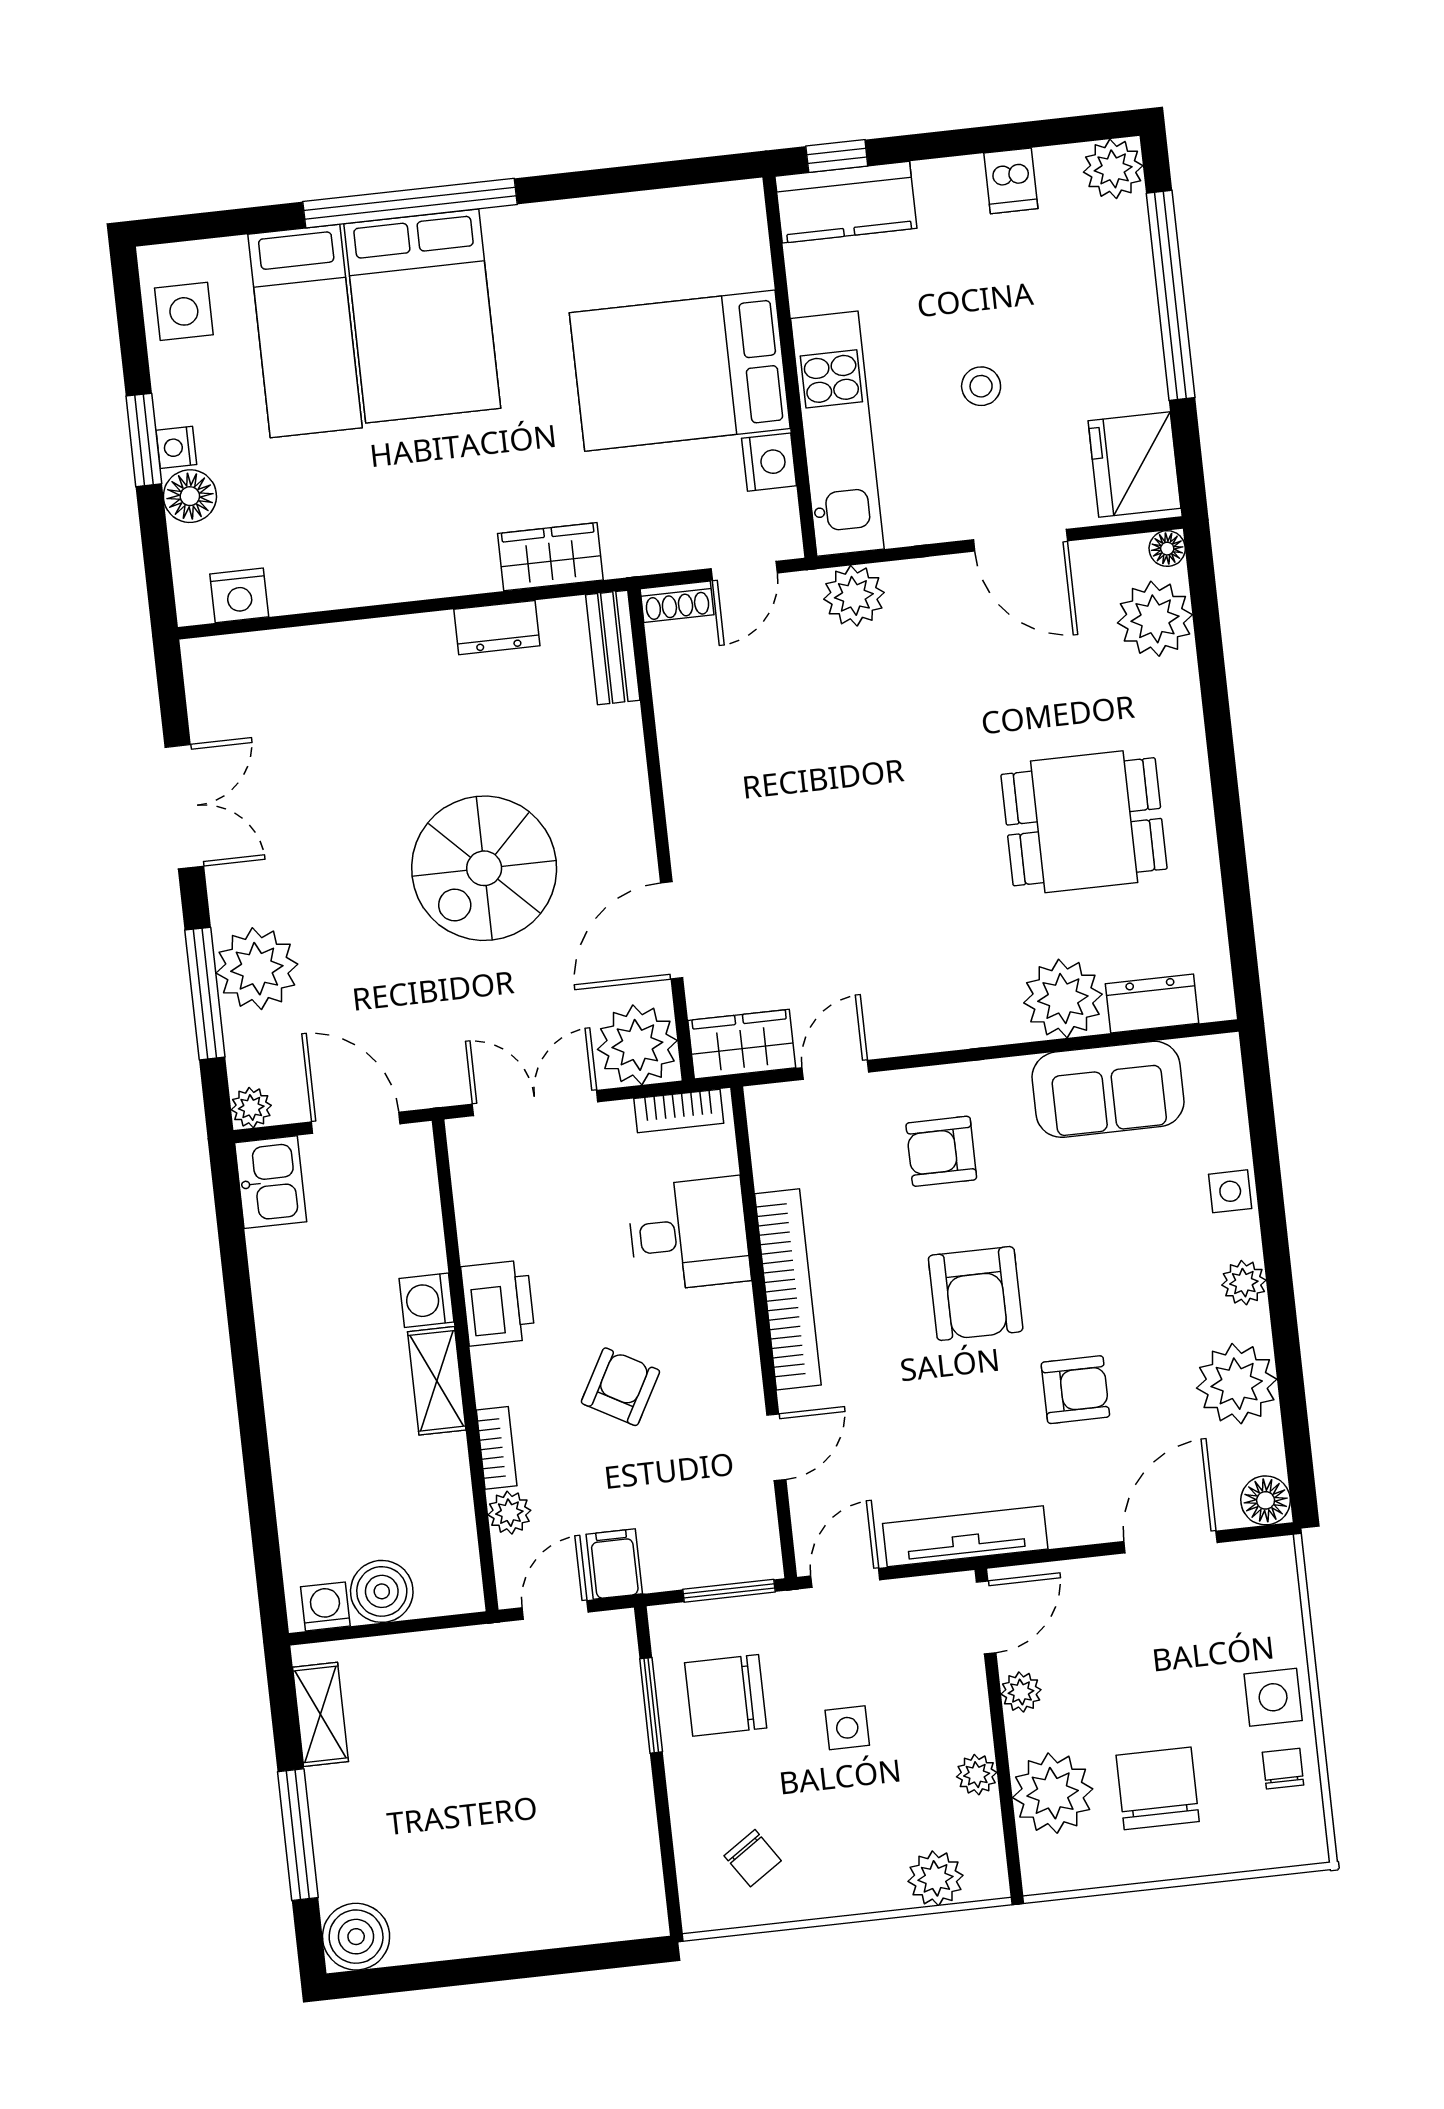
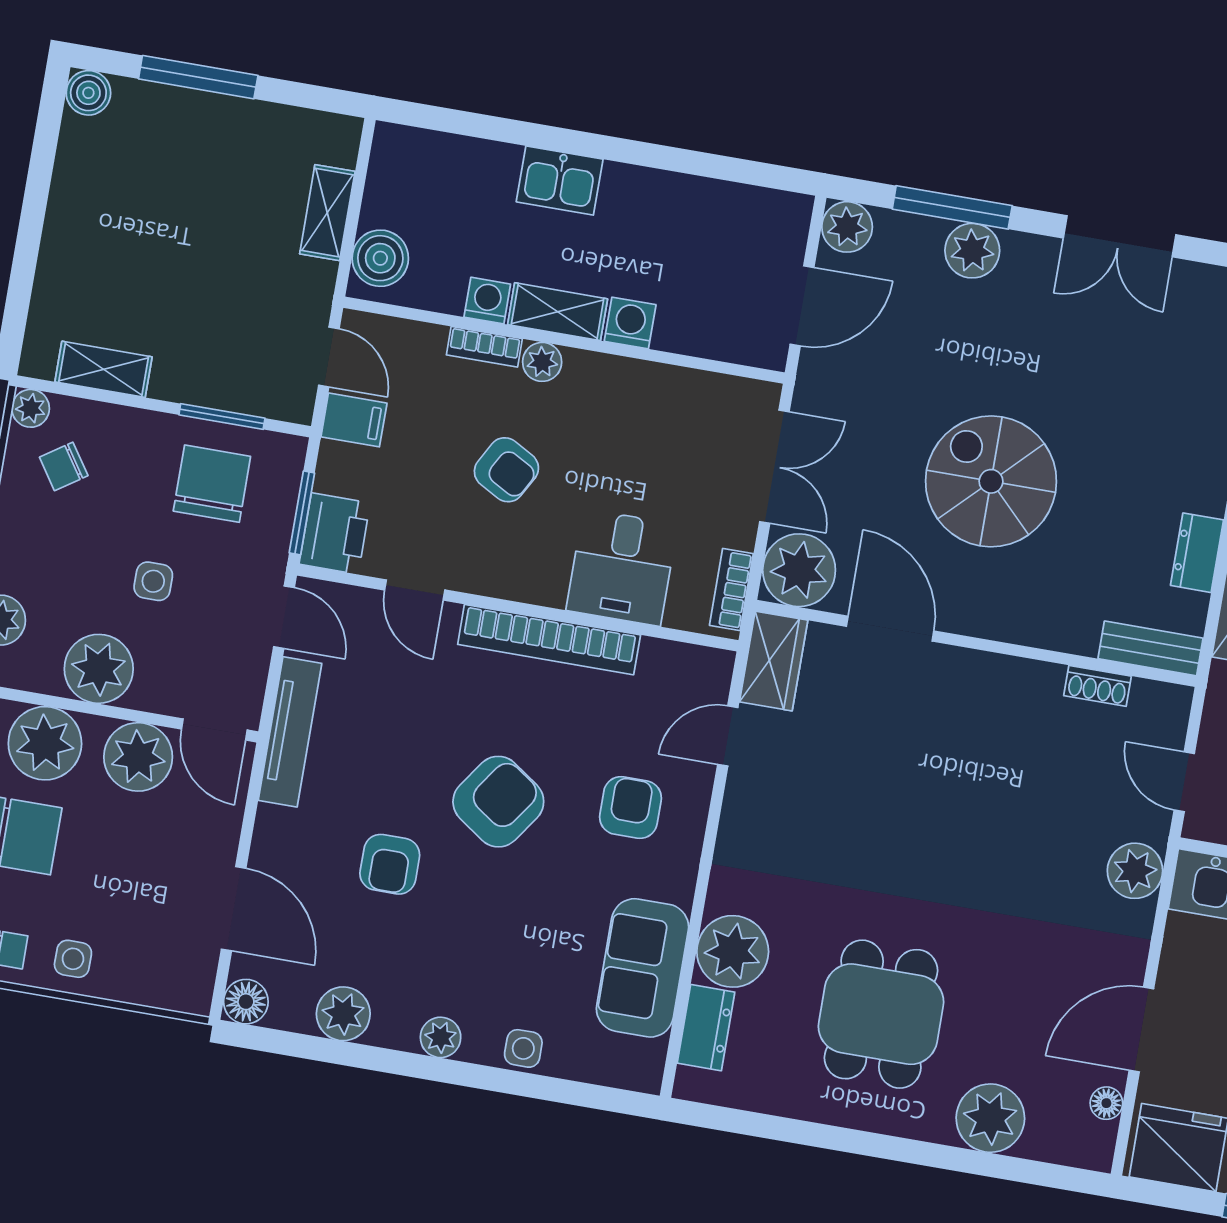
floor lamp: (1167, 549) -> (1106, 1103), moved
shoe rack: (677, 602) -> (1097, 686), moved, turned -90
plant: (1155, 619) -> (990, 1118), moved
plant: (257, 969) -> (972, 251), width x0.73, depth x0.73
door: (835, 1070) -> (728, 736), swing flipped
plant: (251, 1108) -> (847, 227), width x1.38, depth x1.38
kitchen sink: (271, 1182) -> (560, 181), moved
armchair: (976, 1293) -> (498, 802), turned 125
printer: (498, 1303) -> (335, 534), moved, turned -90
plant: (1237, 1384) -> (343, 1014), width x0.73, depth x0.73
plant: (509, 1513) -> (542, 362), moved
boiler: (382, 1591) -> (380, 258), moved
washing machine: (325, 1606) -> (487, 301), moved, turned -90
plant: (1021, 1692) -> (138, 757), width x1.88, depth x1.88
side table: (1273, 1697) -> (73, 959), width x0.73, depth x0.73
shelving: (320, 1714) -> (327, 213), moved, turned 90
plant: (977, 1775) -> (99, 669), width x1.88, depth x1.88
shelving: (637, 1846) -> (104, 369), added
plant: (701, 1911) -> (31, 408), added
boiler: (356, 1937) -> (88, 93), width x0.73, depth x0.73

